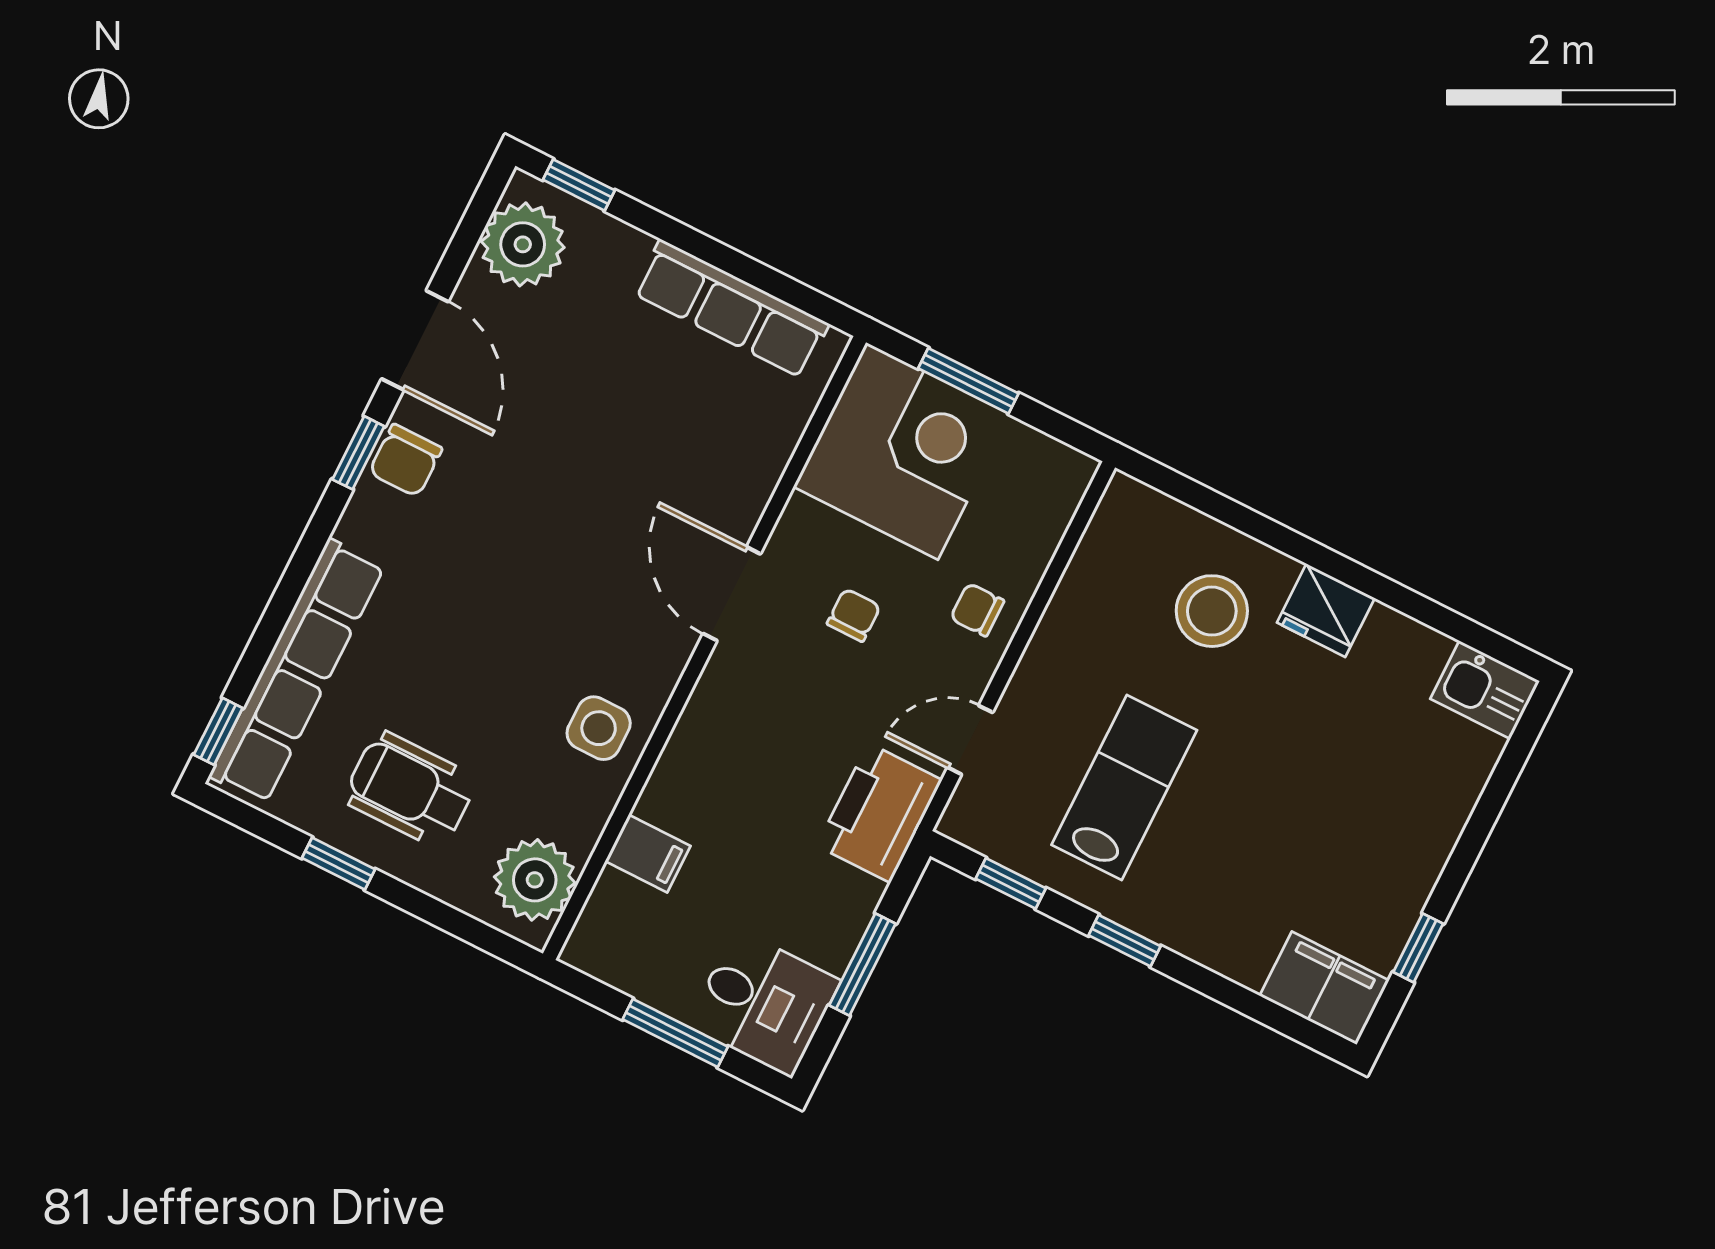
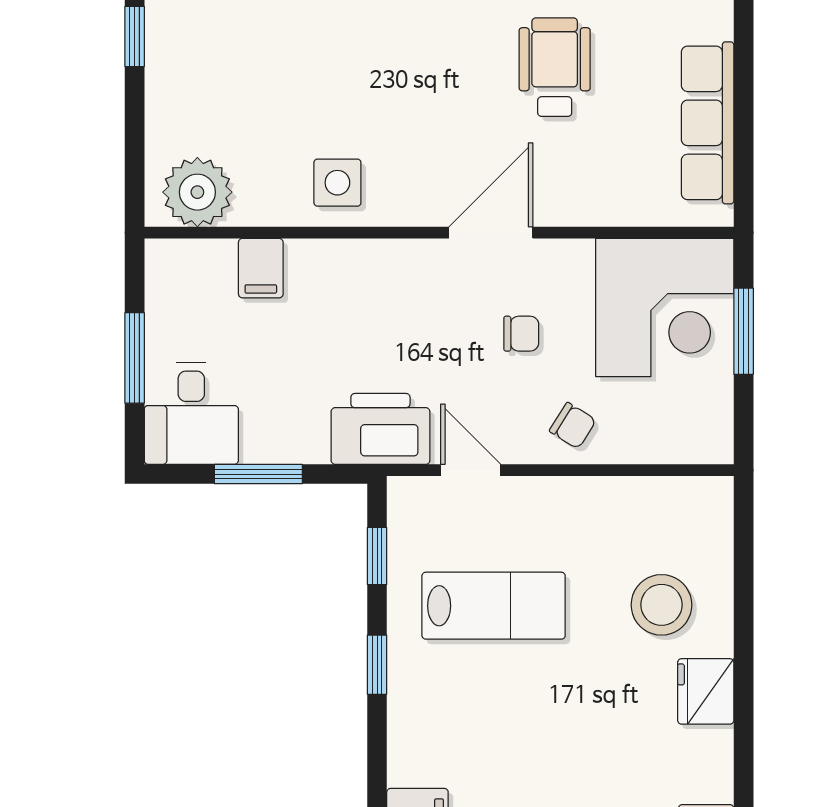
chair: (977, 610) -> (573, 426), turned 122
wheelchair: (410, 789) -> (555, 67), moved

